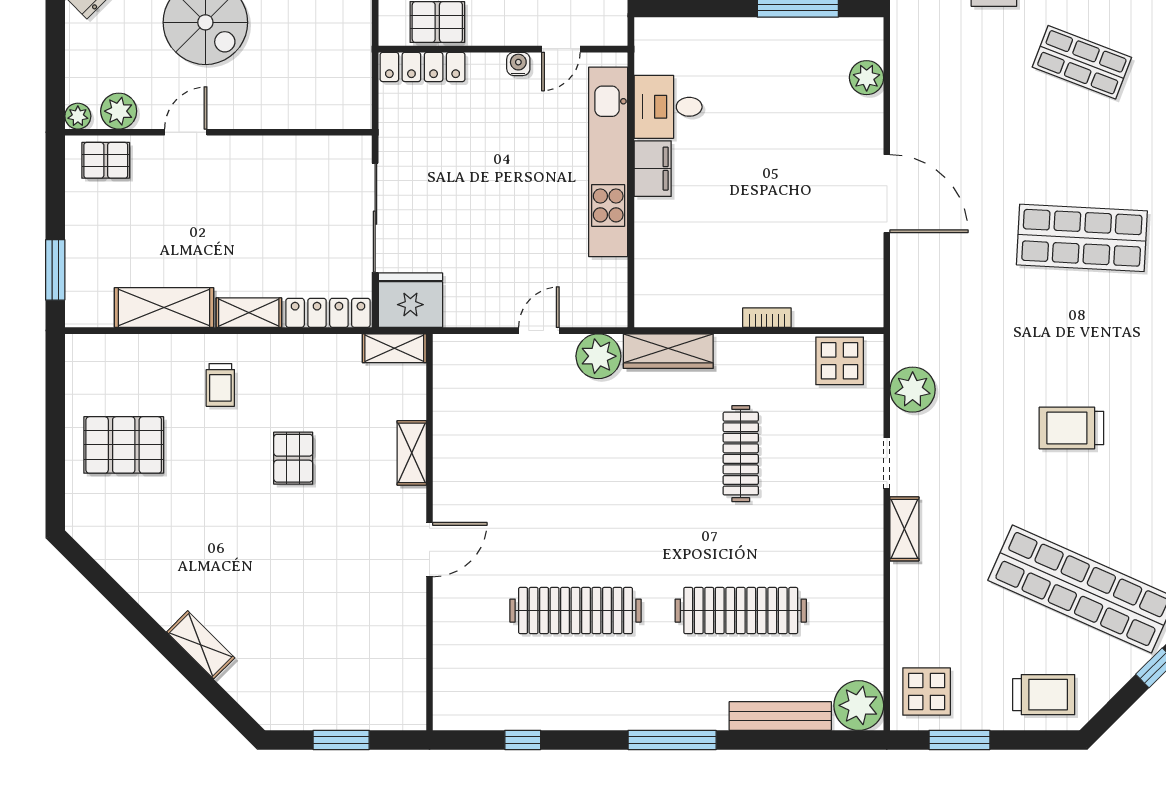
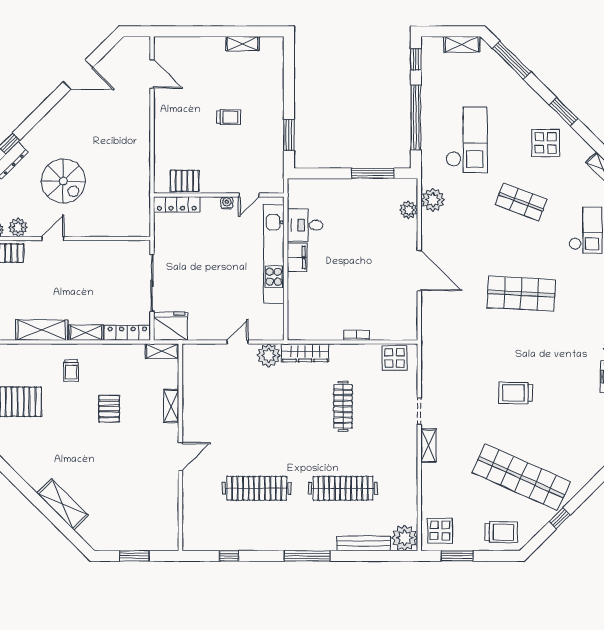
plant: (913, 390) -> (433, 200), moved
shelving: (201, 645) -> (63, 504), width x1.50, depth x1.33

